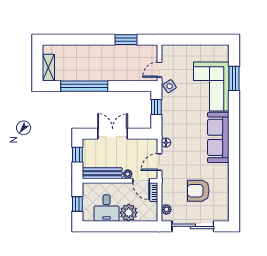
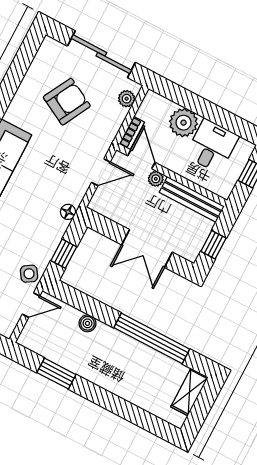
boiler: (124, 76) -> (87, 323), added
floor lamp: (166, 143) -> (68, 212), moved
armchair: (198, 191) -> (67, 102), turned -62

